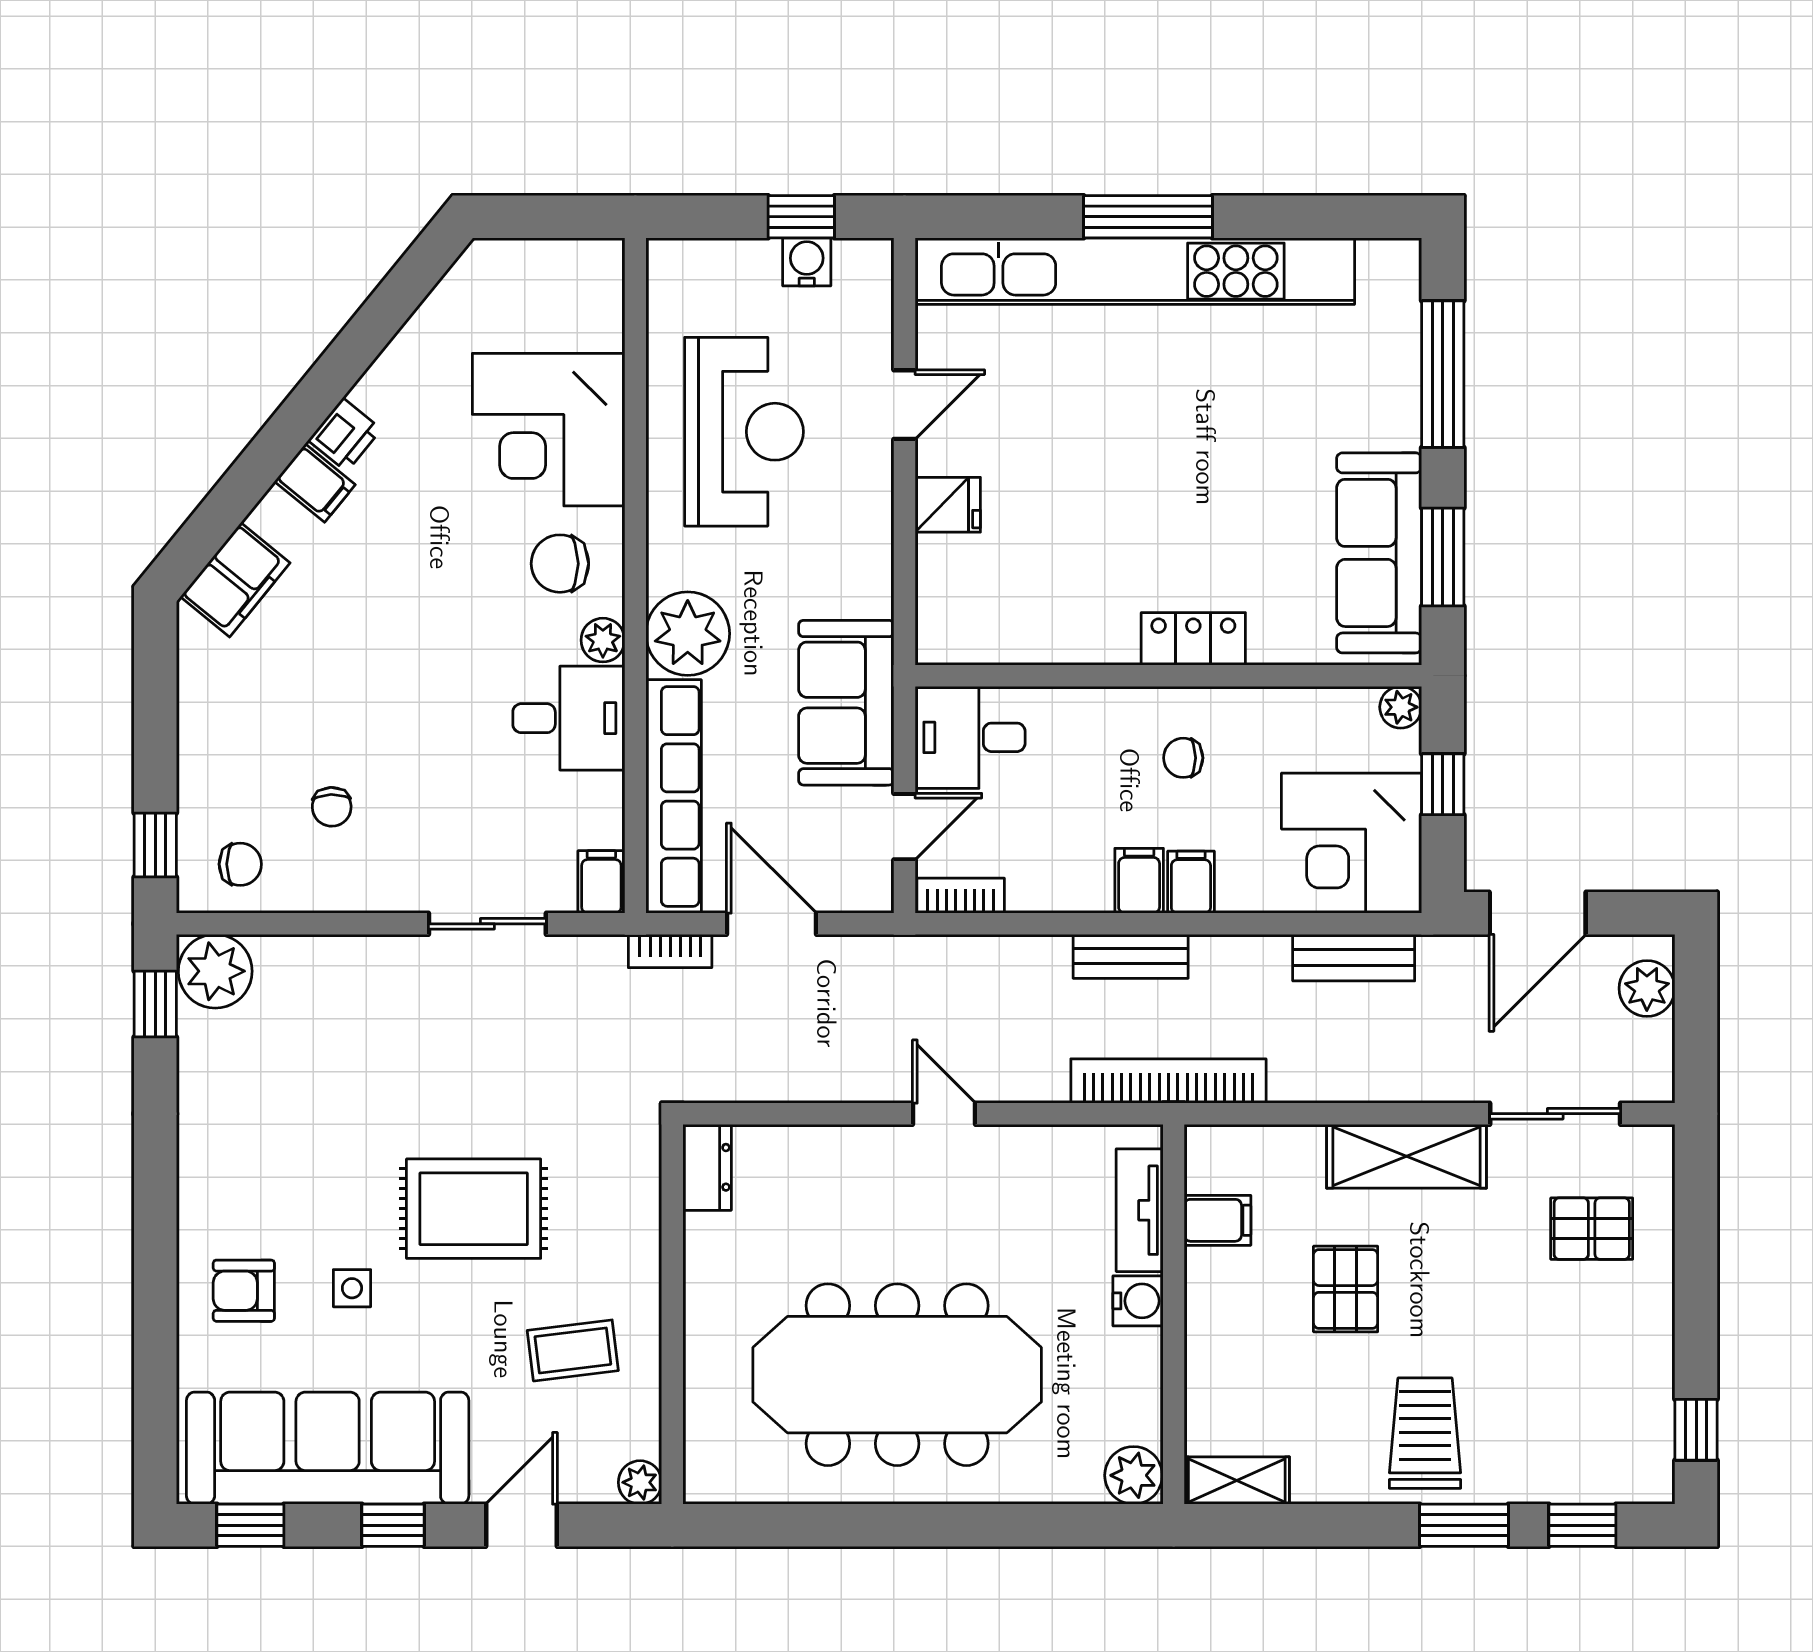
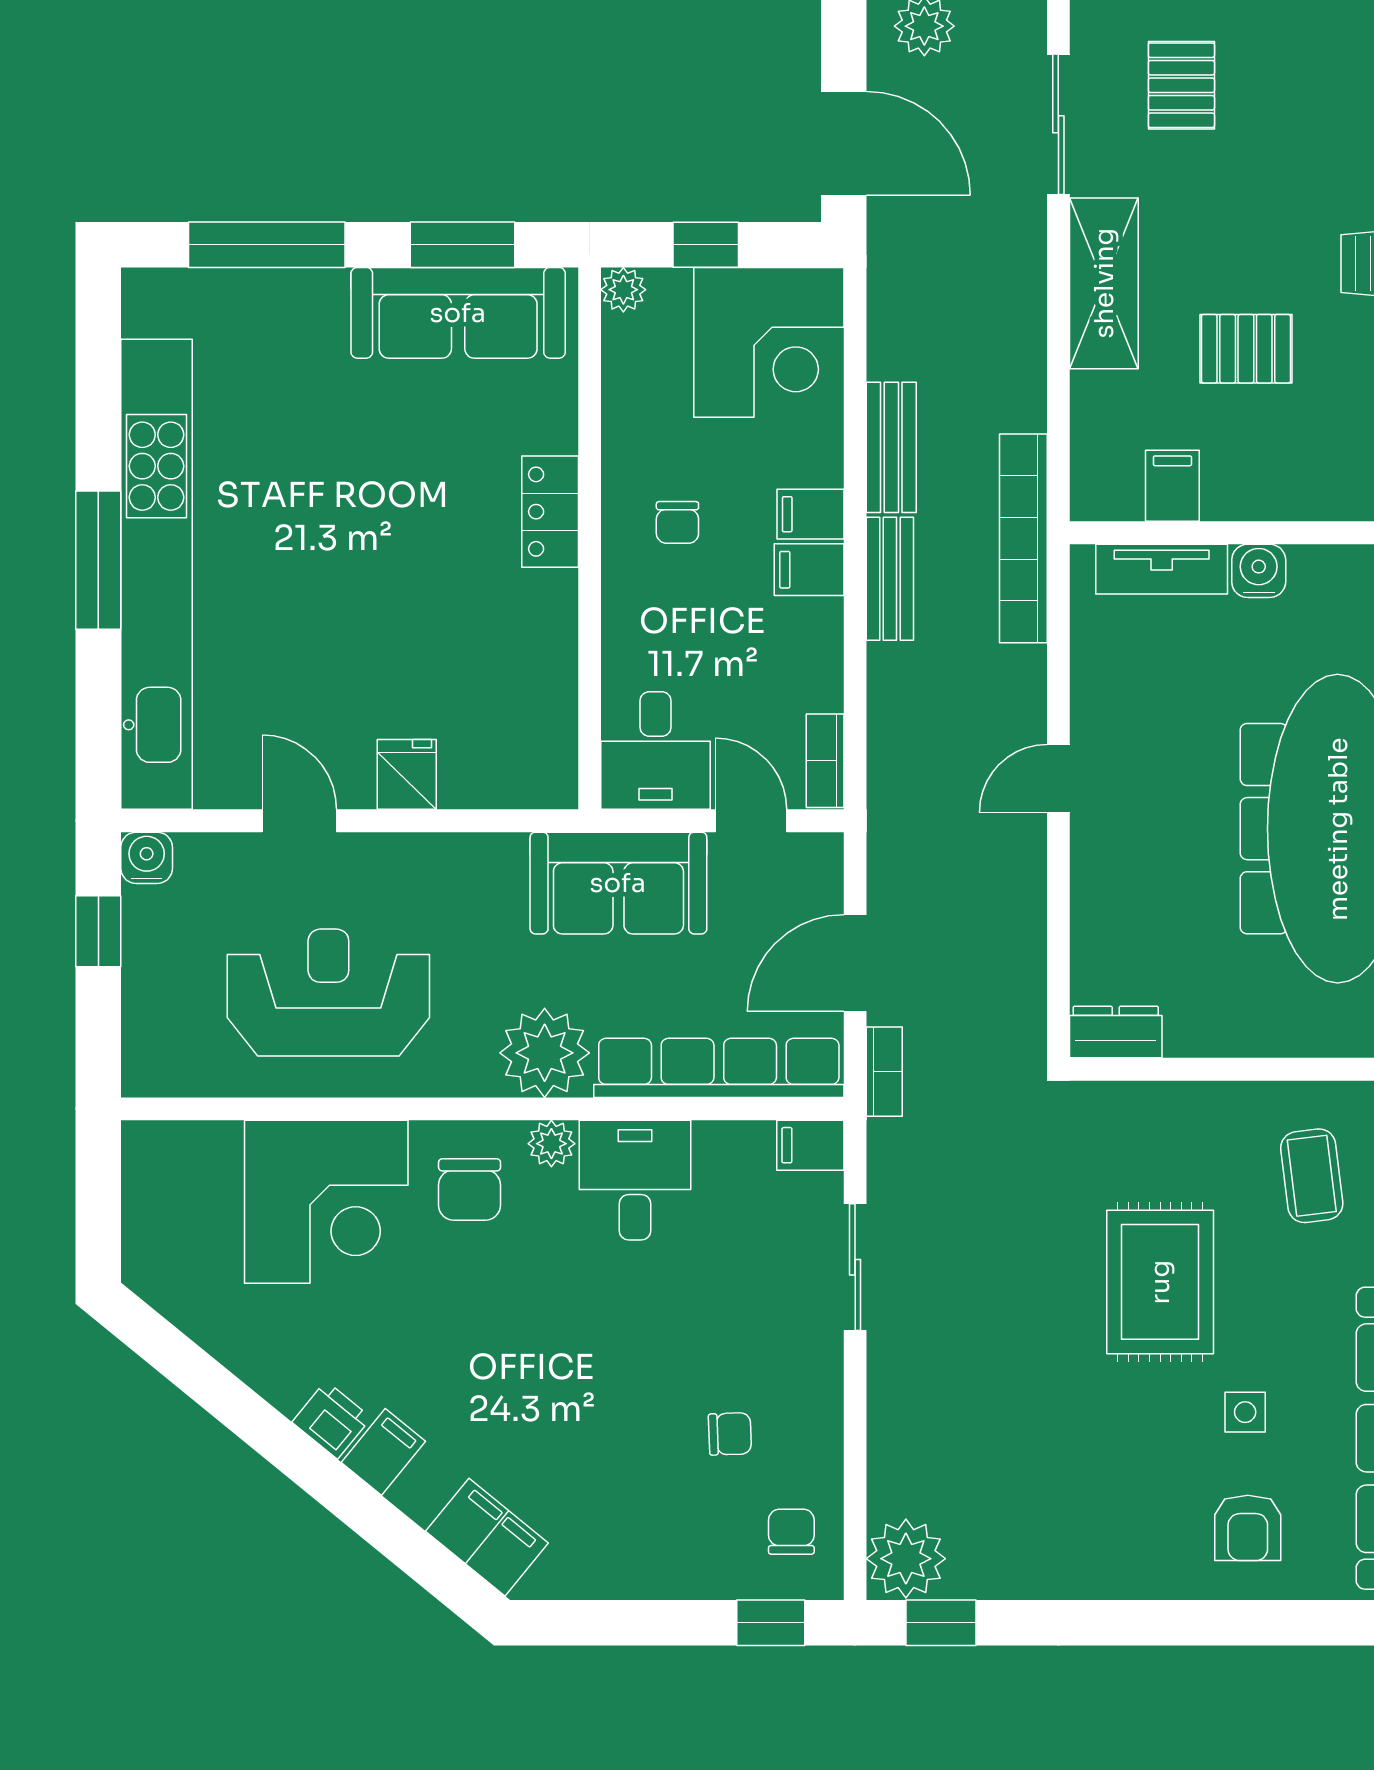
water cooler: (807, 262) -> (147, 858), moved, turned 90
bench: (1354, 958) -> (891, 447), moved

